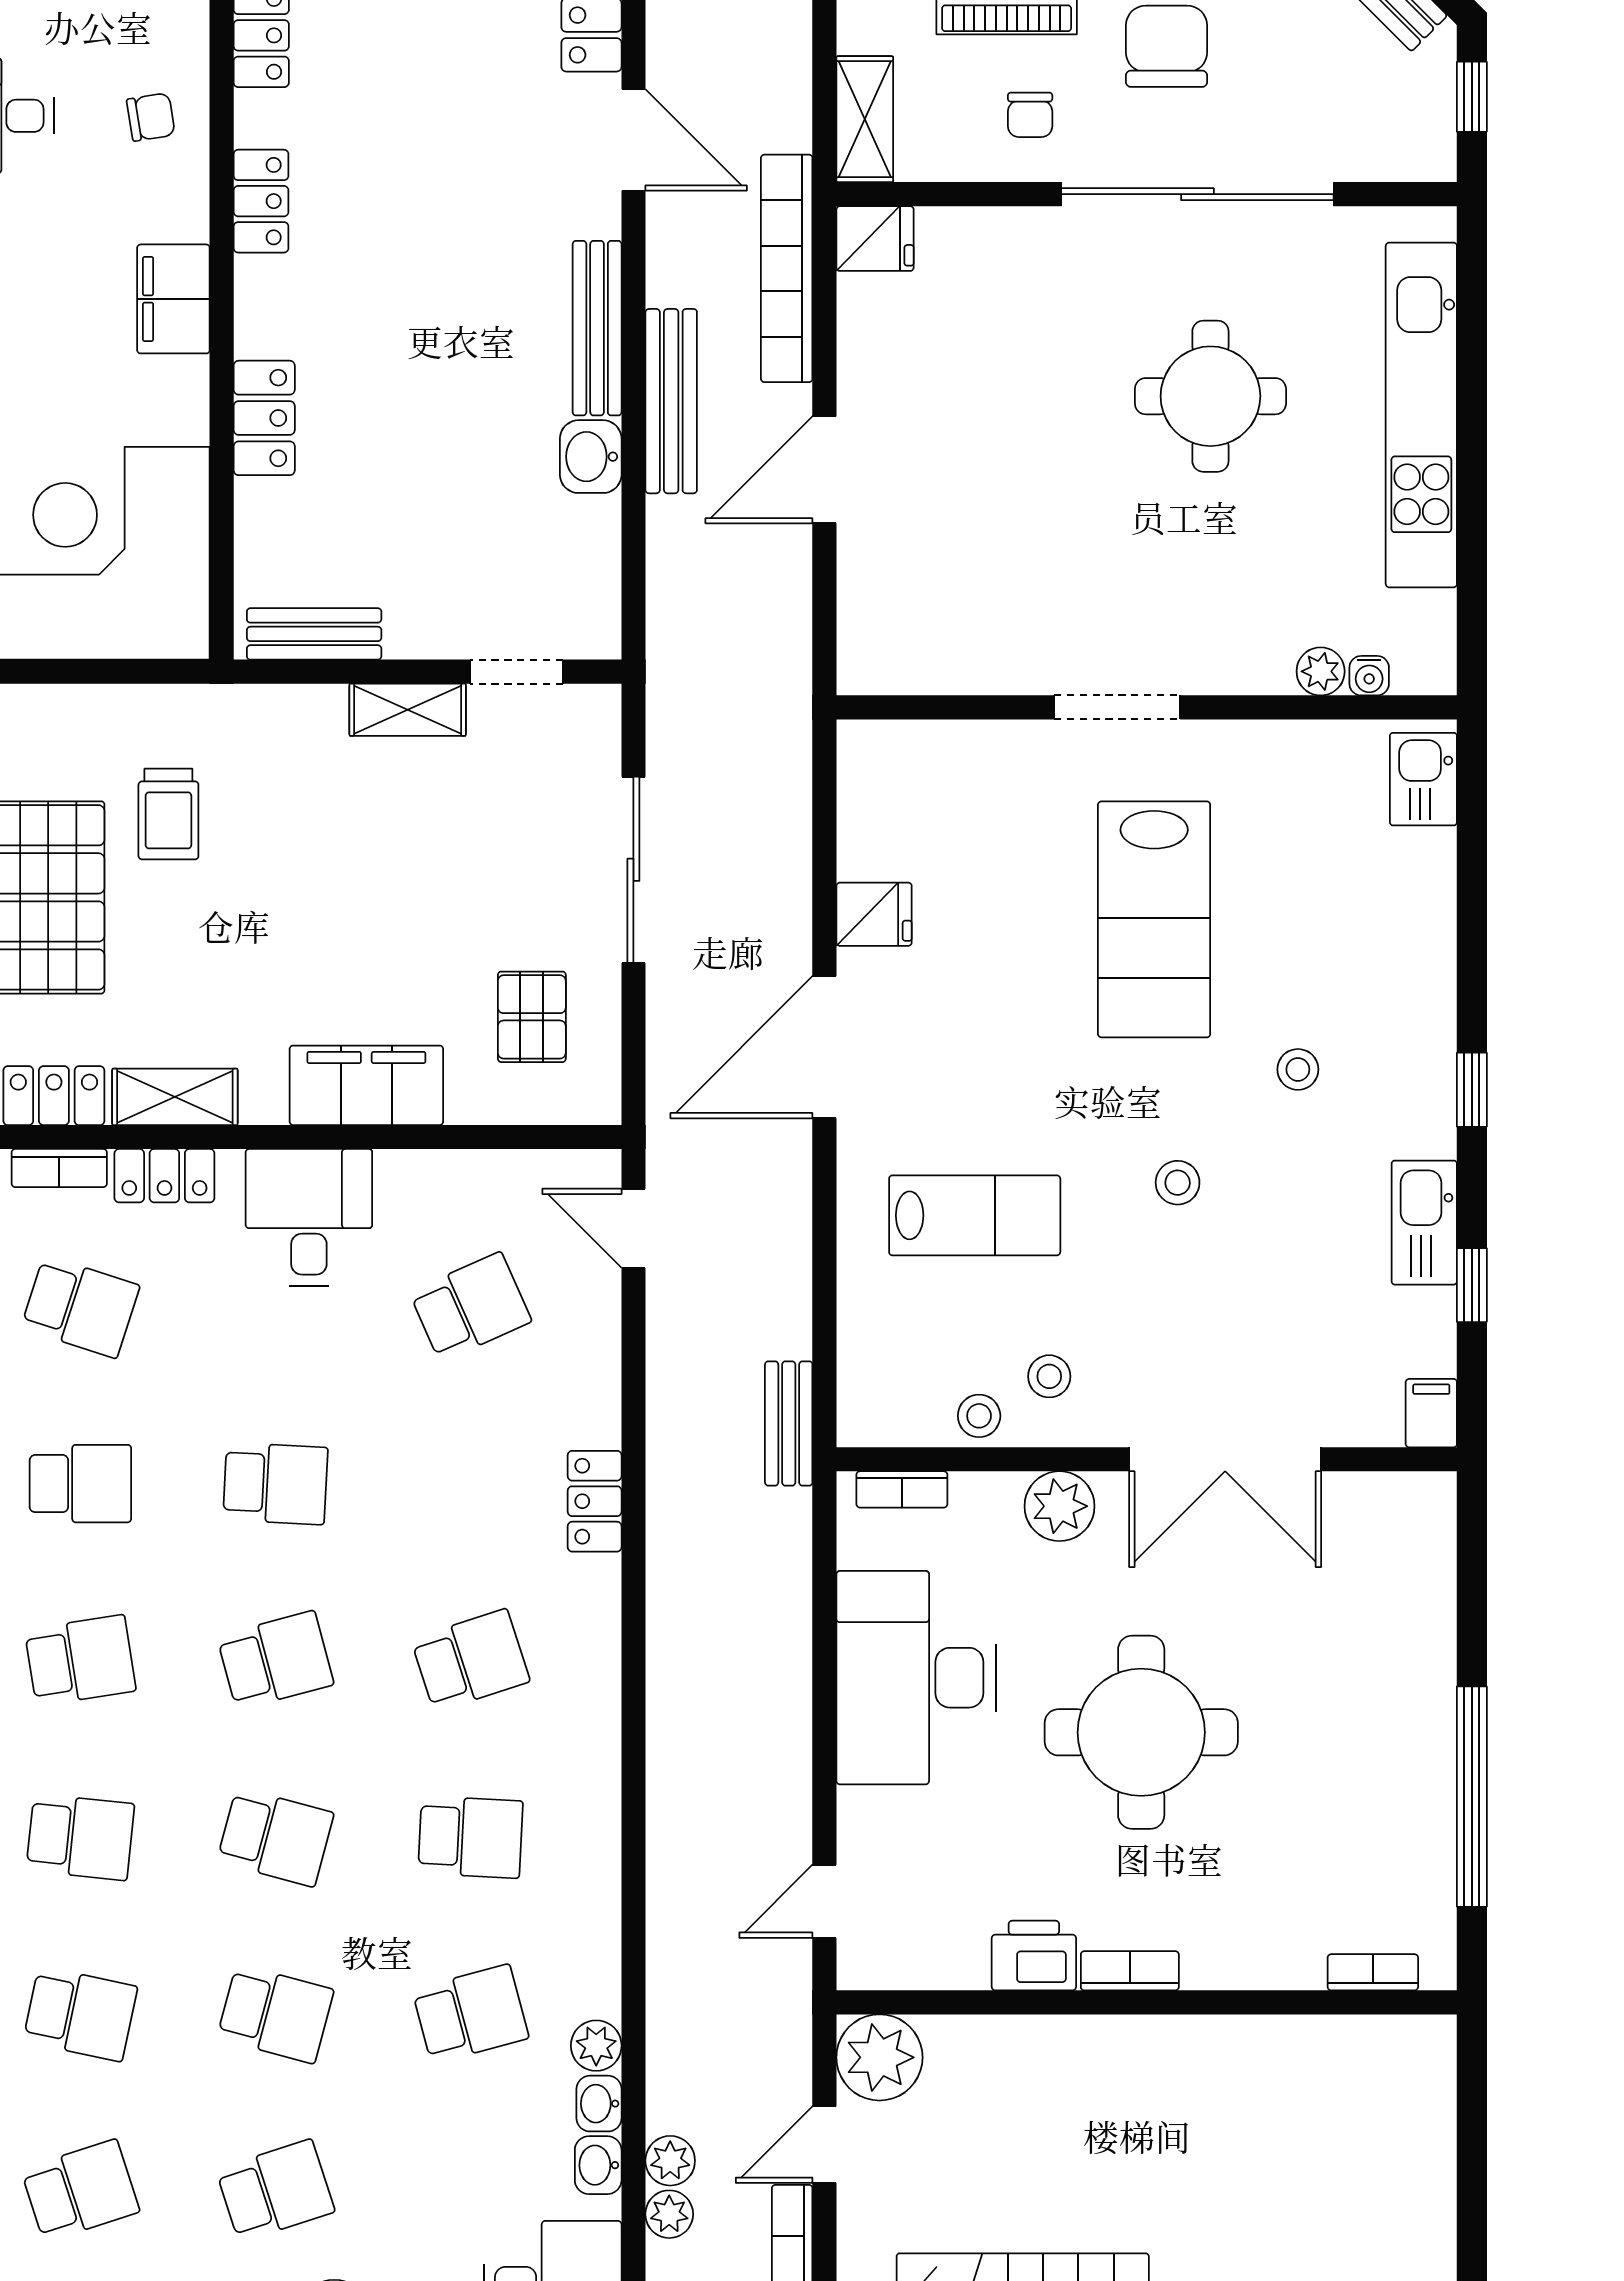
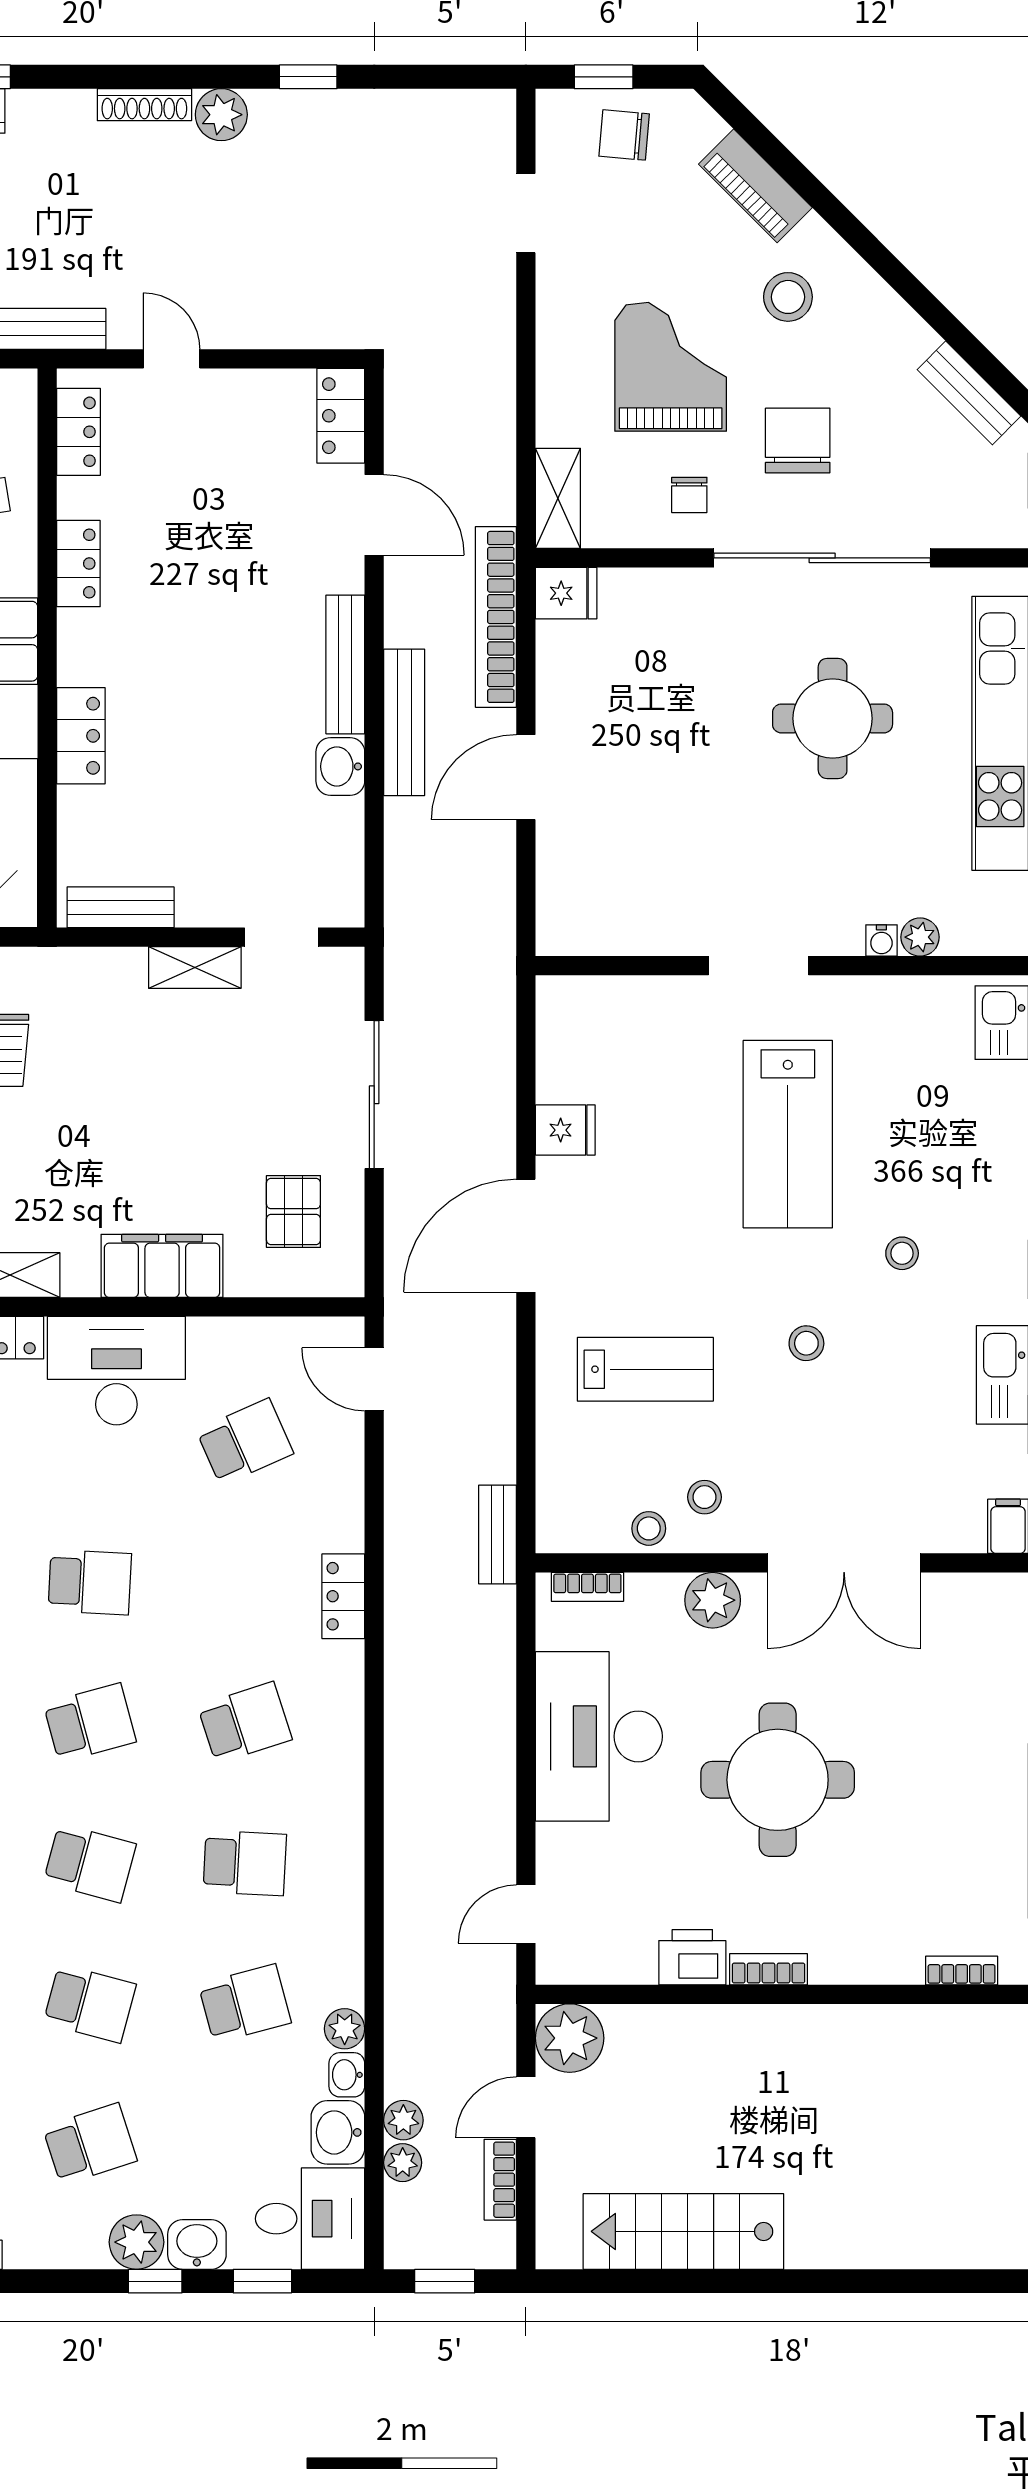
water cooler: (1369, 676) -> (881, 940), moved
desk: (309, 1217) -> (116, 1371), width x1.37
washbasin: (598, 2165) -> (338, 2132), width x1.38, depth x1.45

